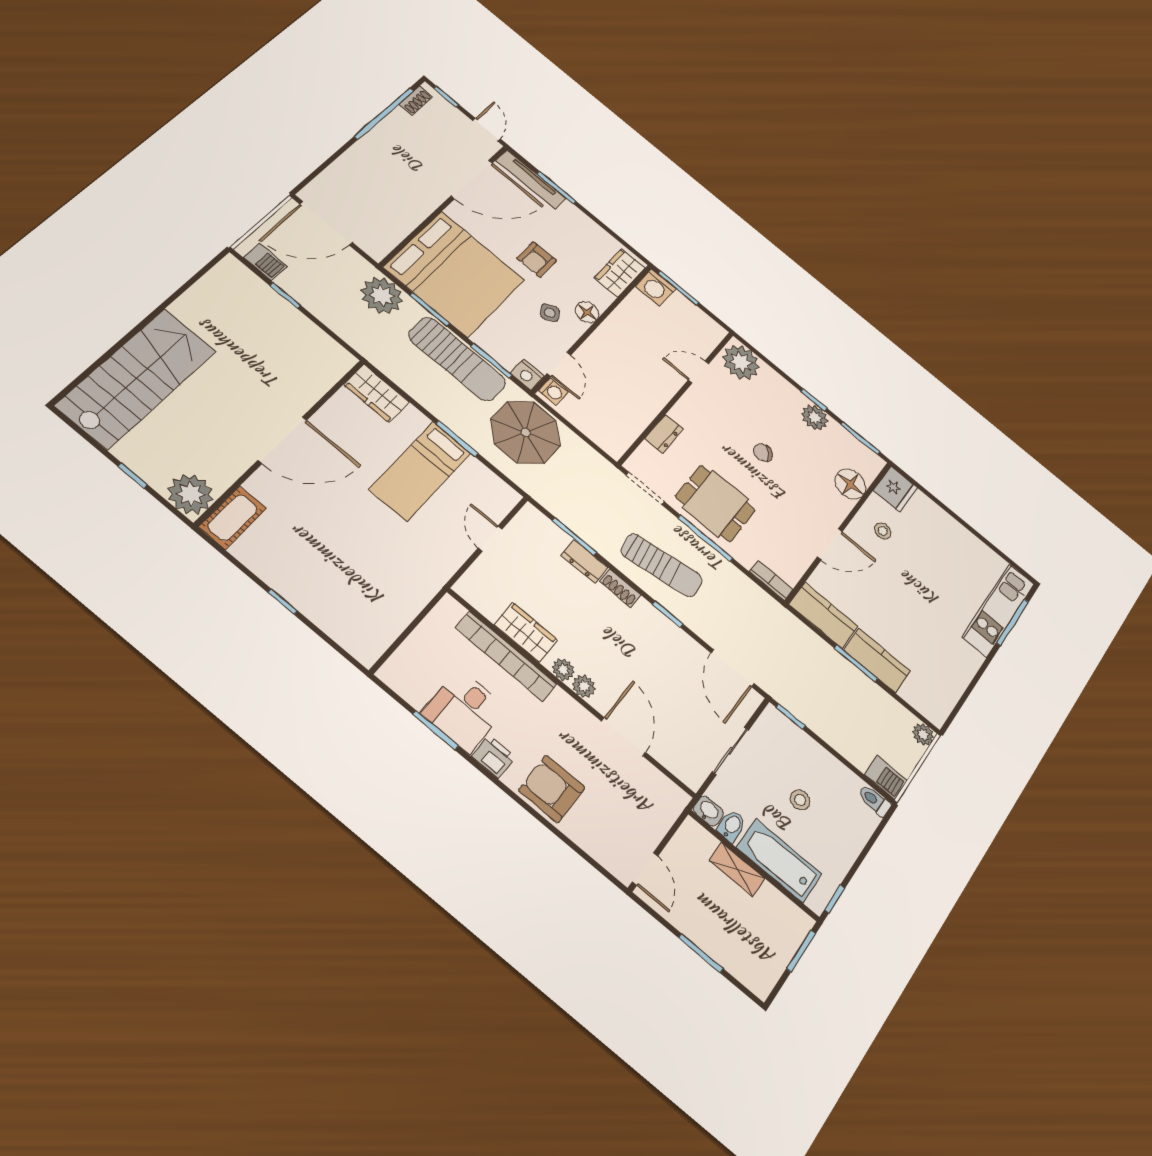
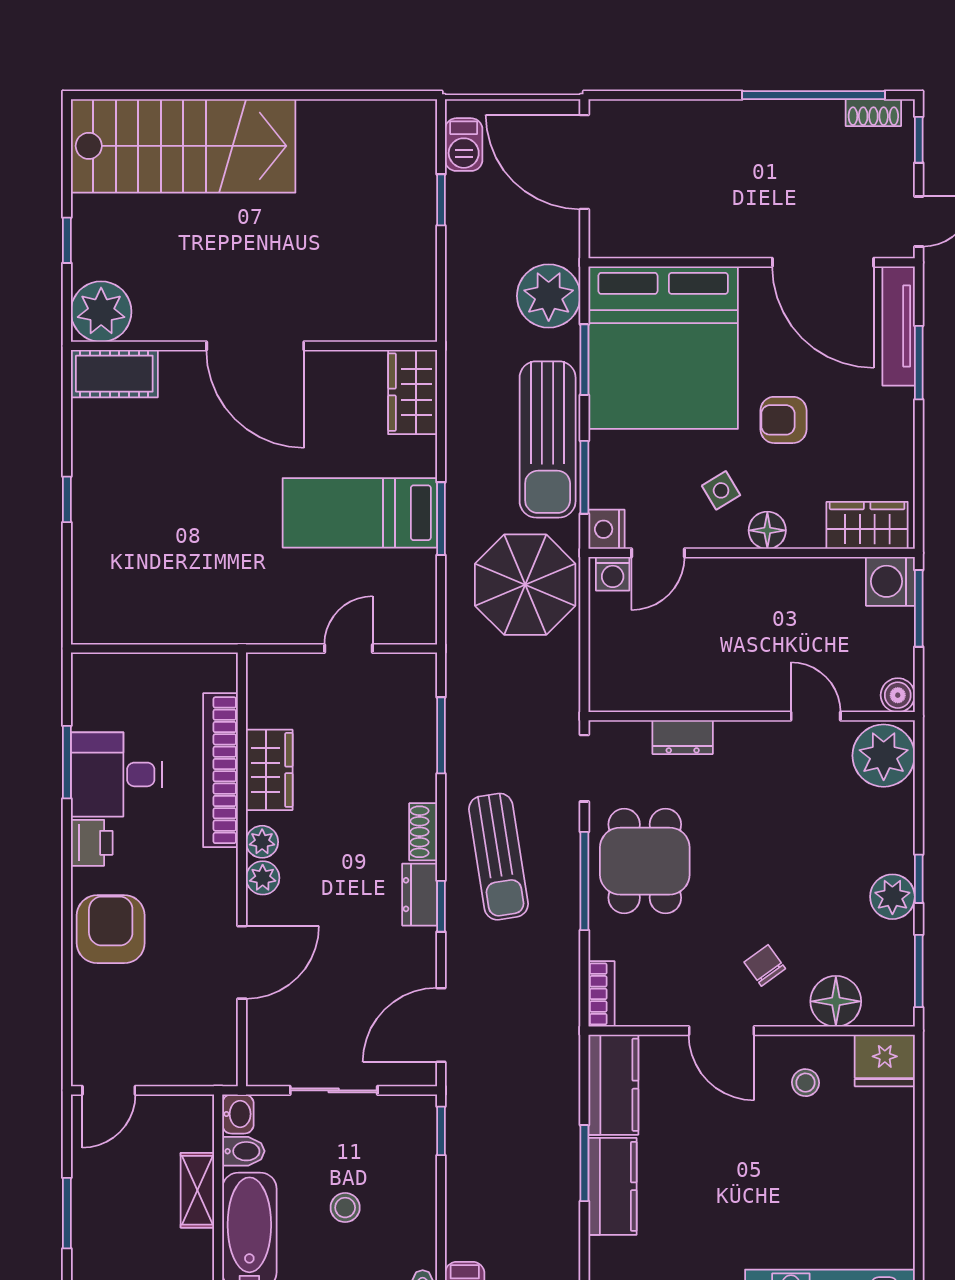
boiler: (715, 332) -> (898, 695), added
chair: (763, 452) -> (765, 965), moved
dresser: (585, 561) -> (420, 895), moved

